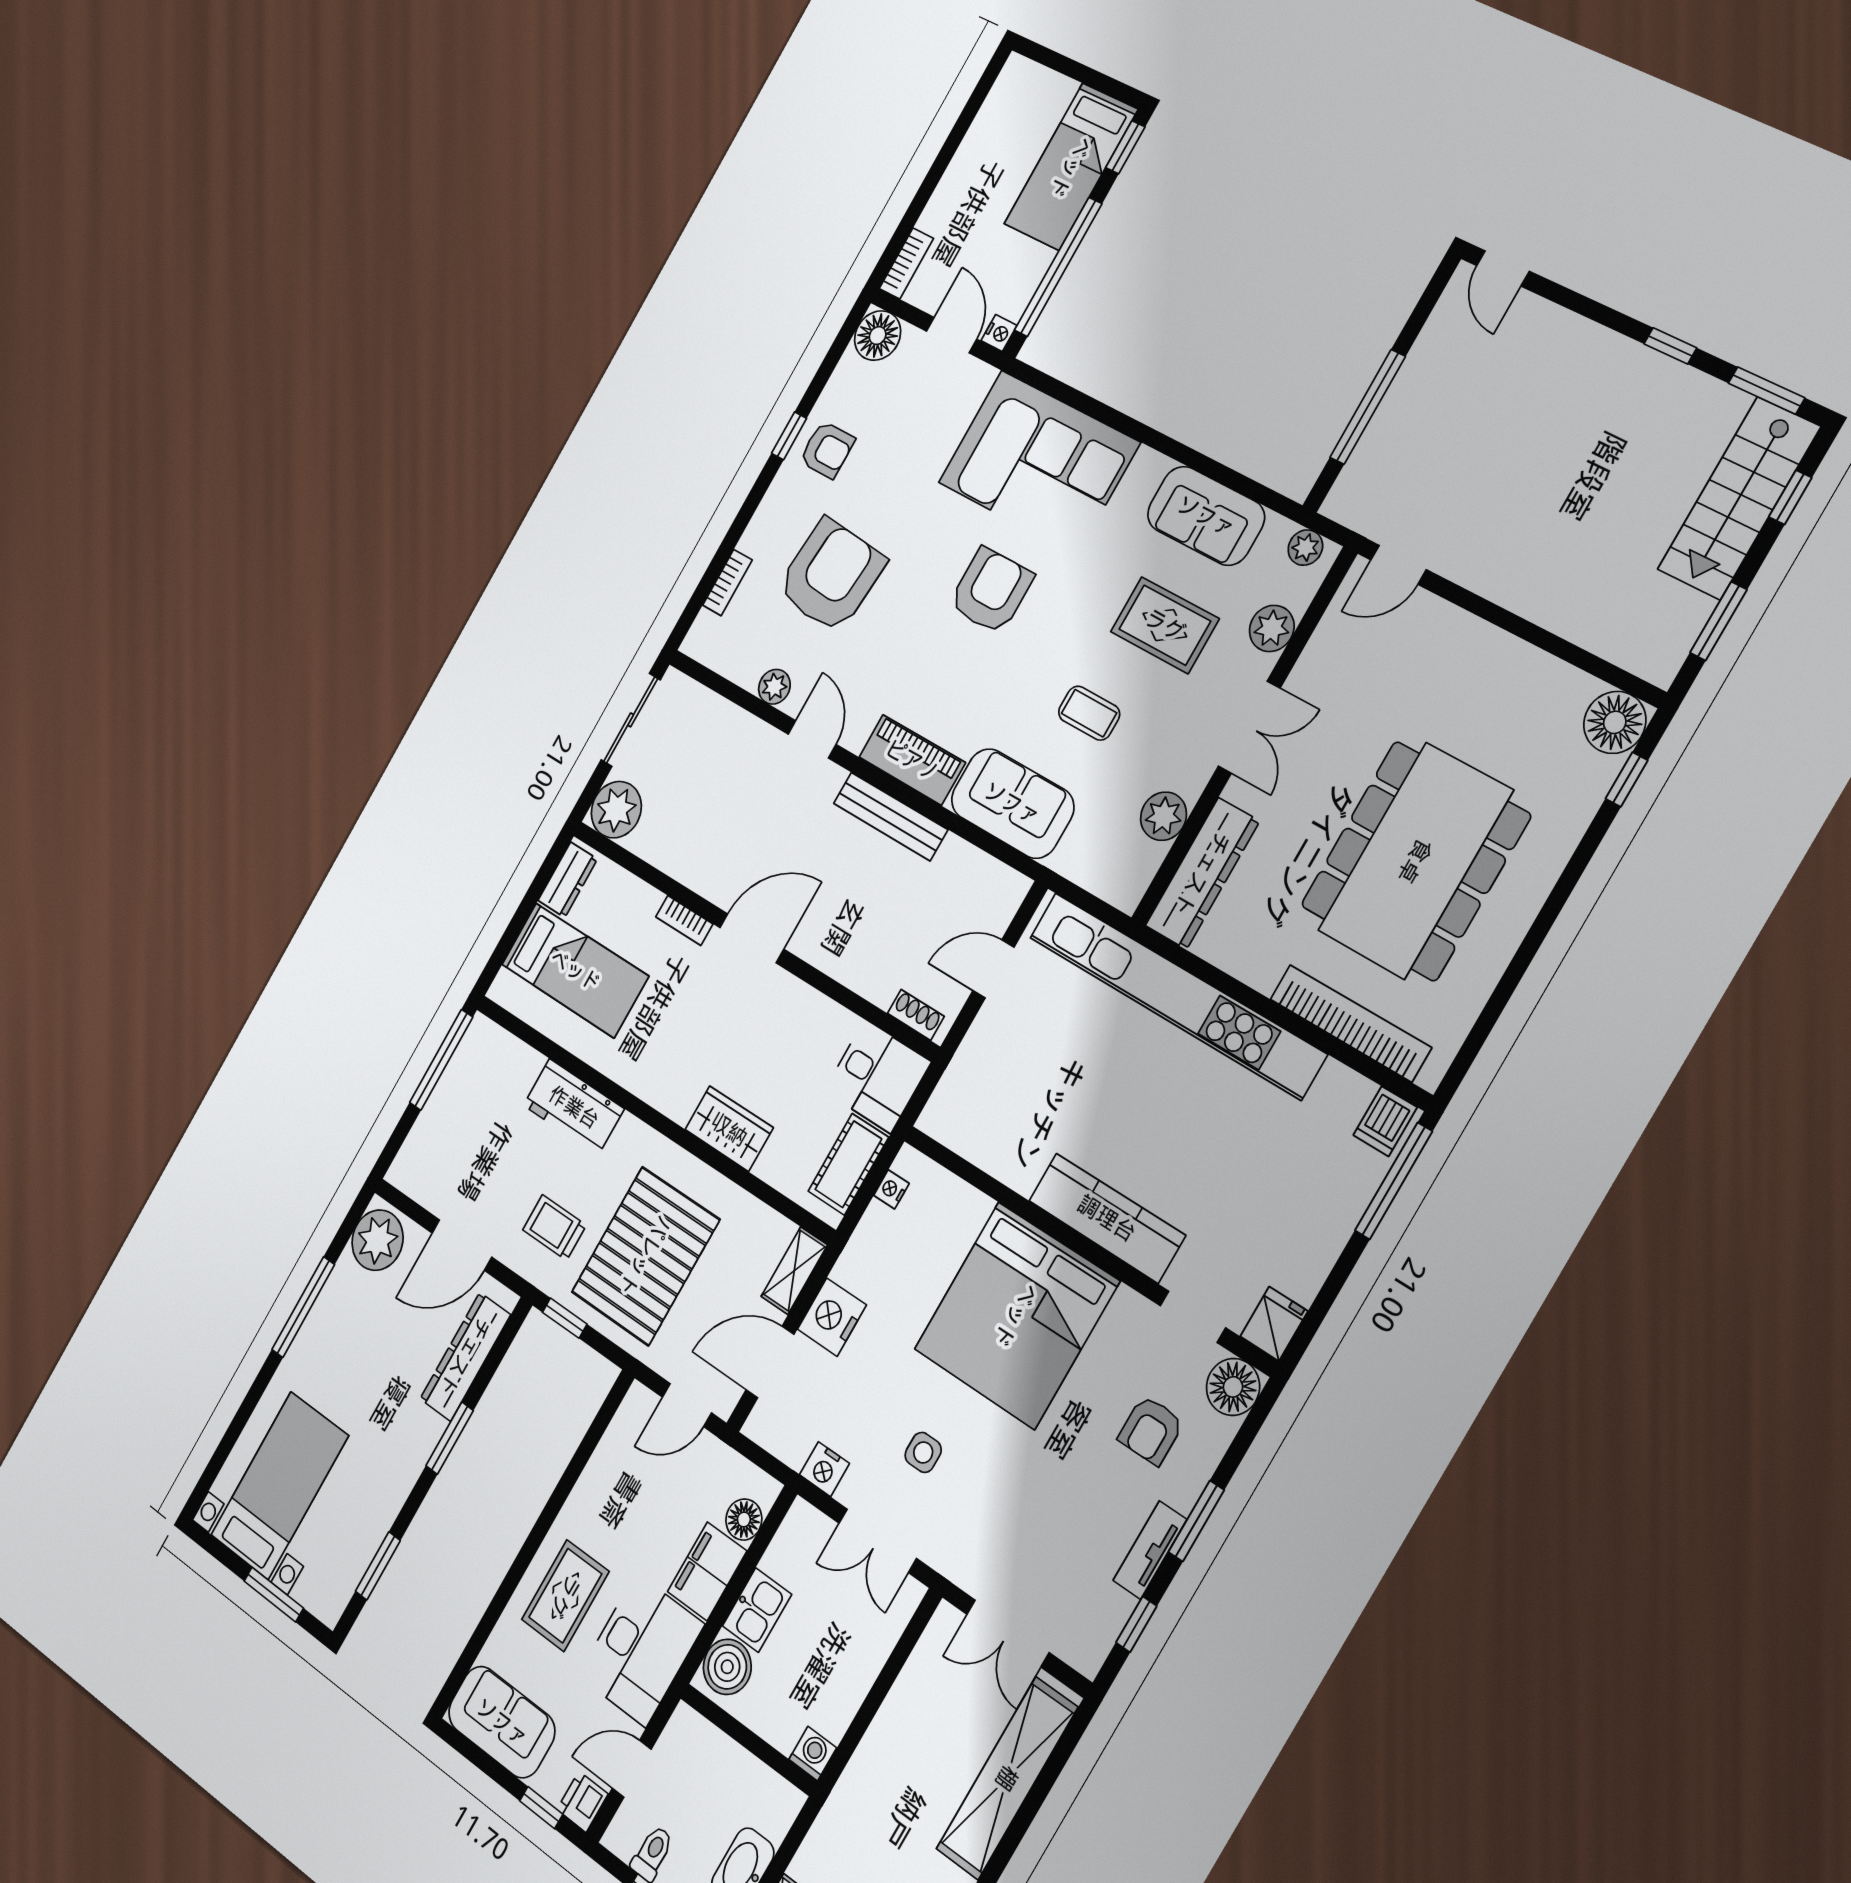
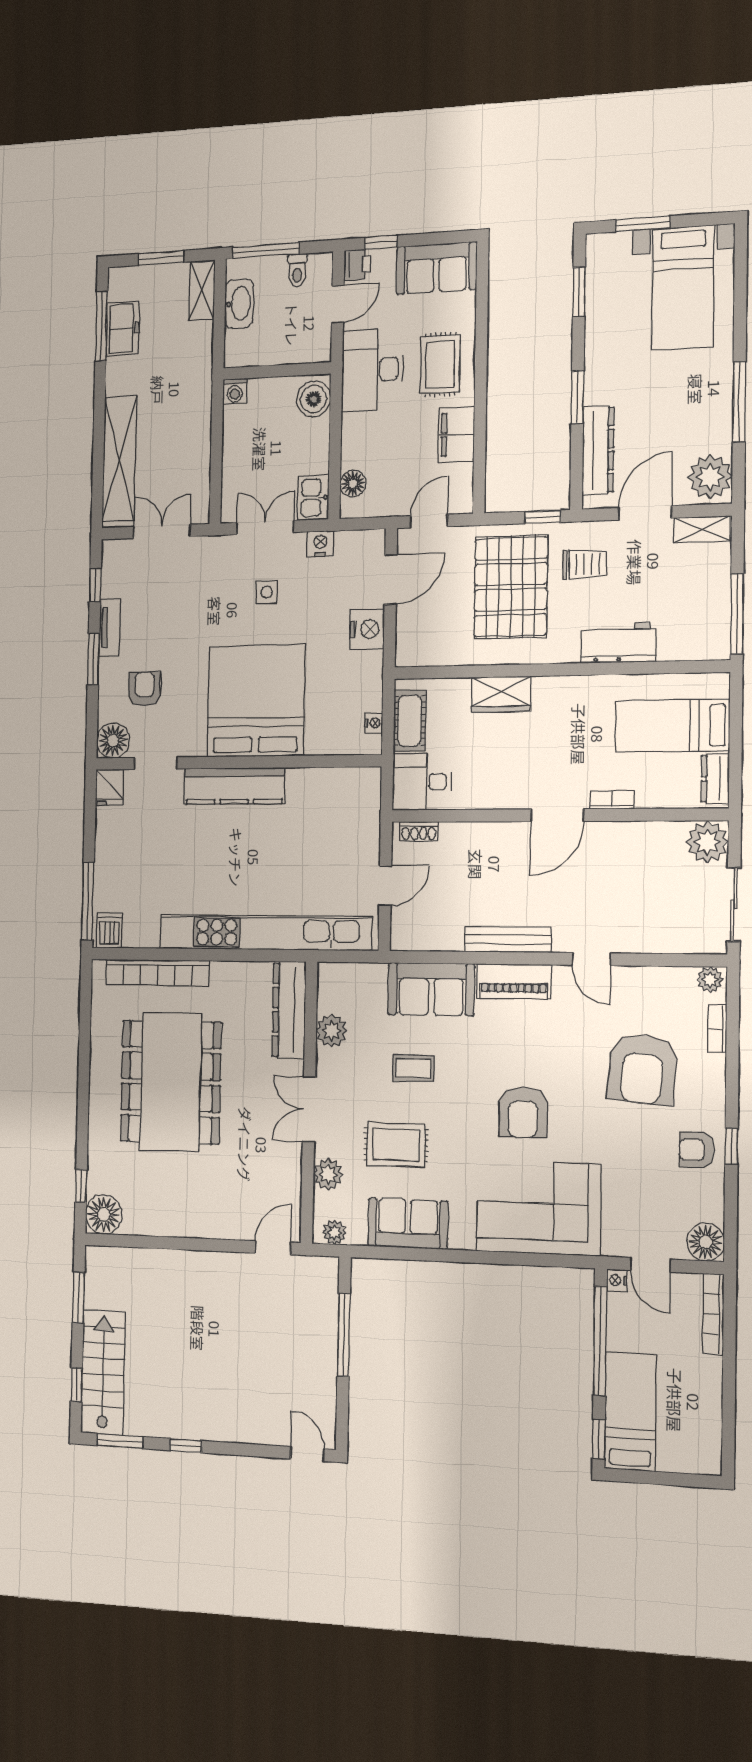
bookcase: (906, 263) -> (713, 1314), width x1.56
plant: (774, 687) -> (710, 980), moved
shelving: (794, 1271) -> (702, 529), moved, turned 90
filing cabinet: (707, 1571) -> (456, 434), moved, turned 180
kitchen sink: (757, 1610) -> (313, 498), moved

